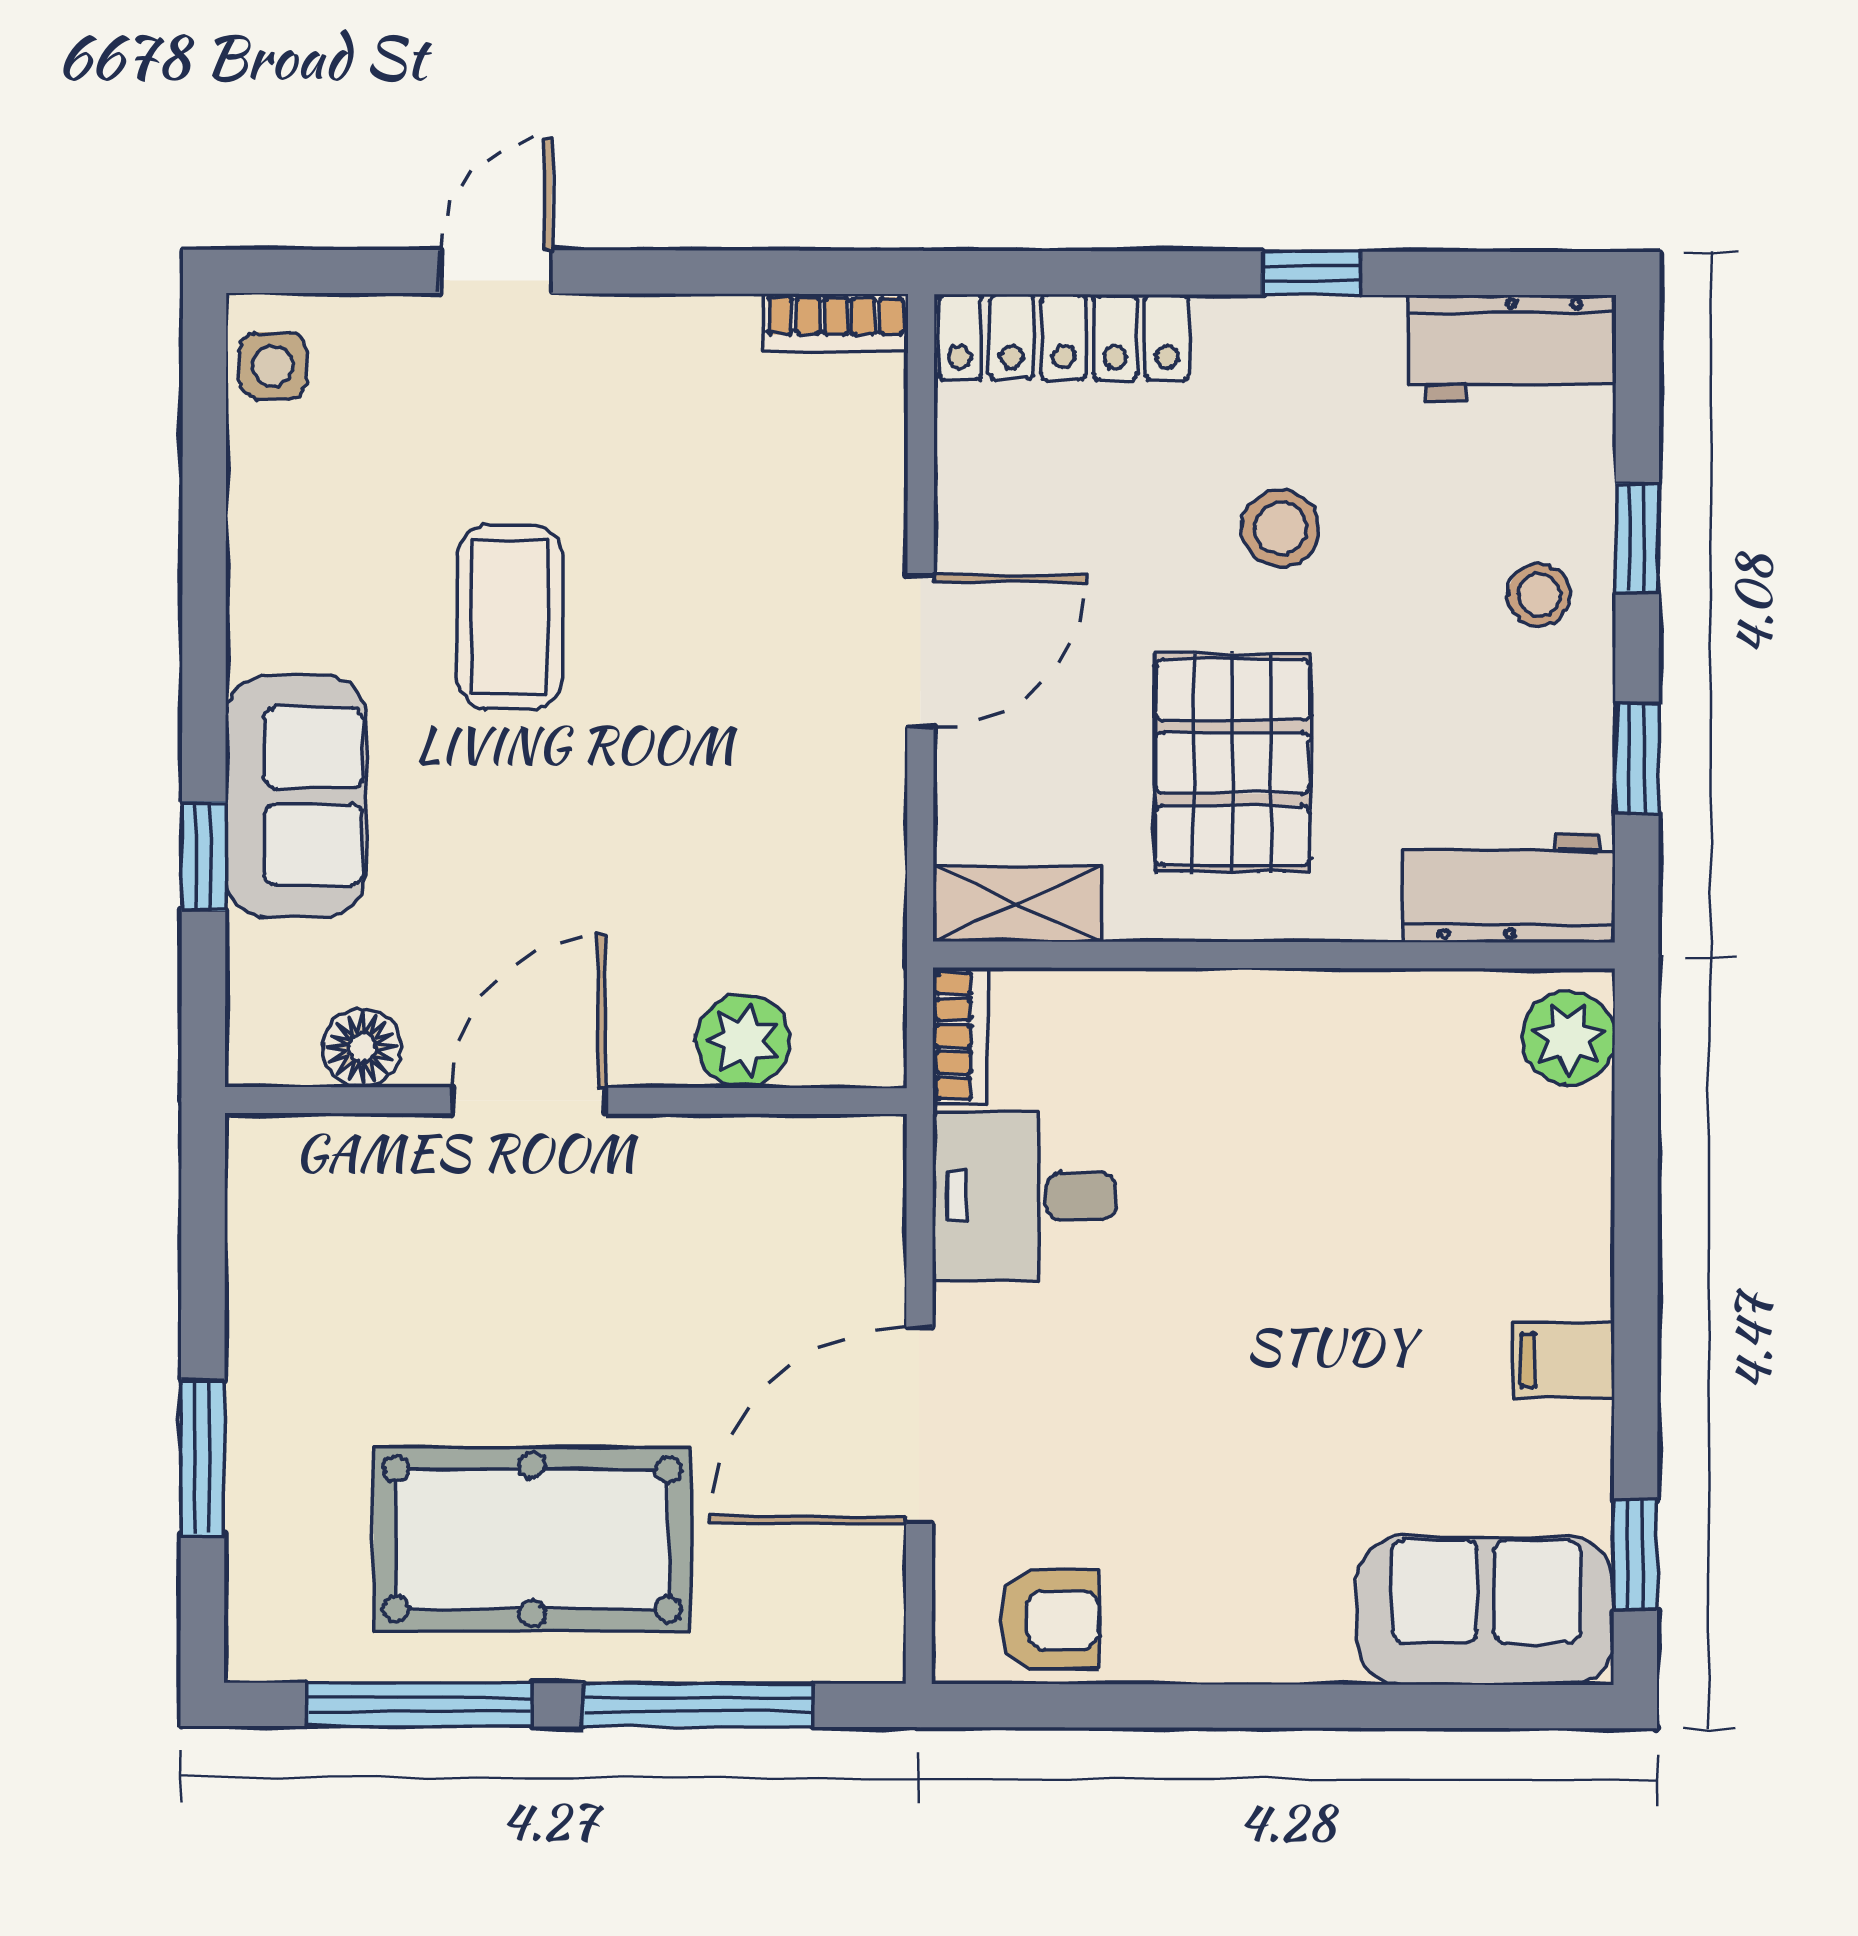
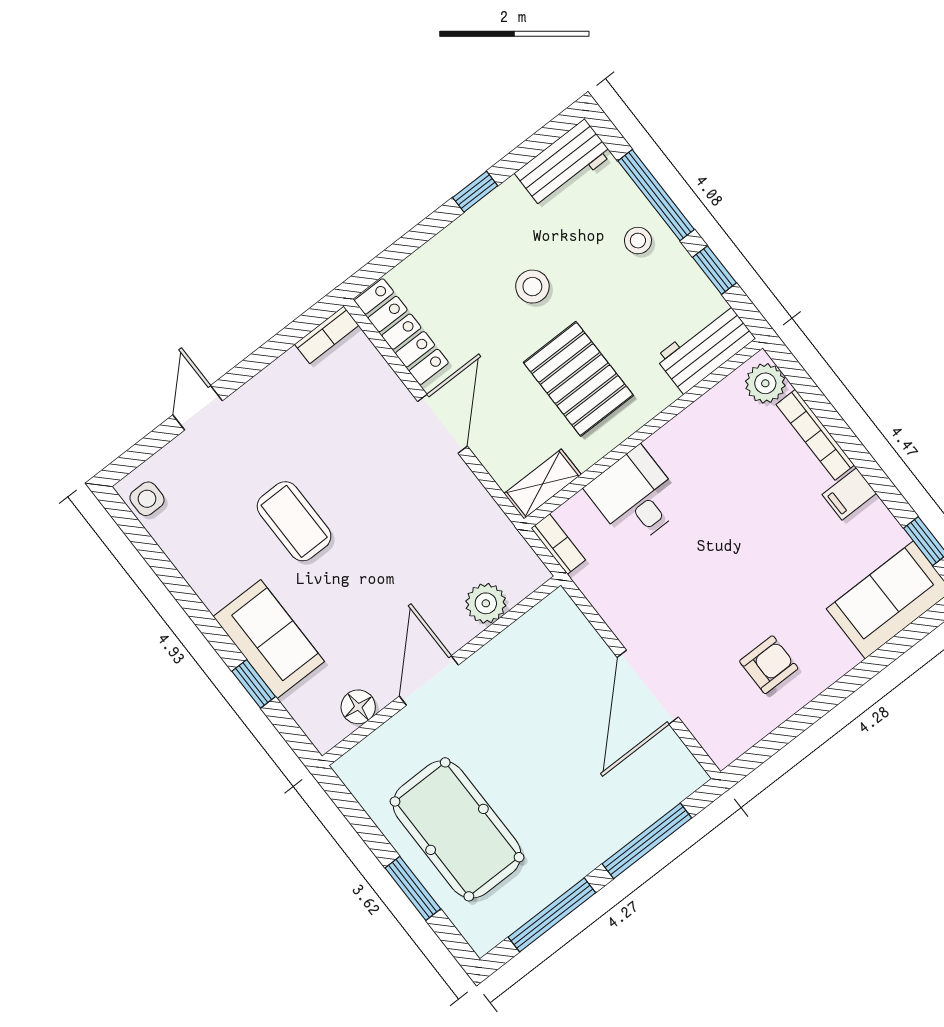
locker: (1064, 337) -> (401, 332), moved, turned -90
window: (1637, 538) -> (656, 195), width x2.17
desk: (1024, 1196) -> (635, 497), moved, turned 90
bookcase: (1586, 1203) -> (815, 435), added
pool table: (532, 1539) -> (457, 829), moved, turned 90
armchair: (1049, 1620) -> (769, 665), moved

